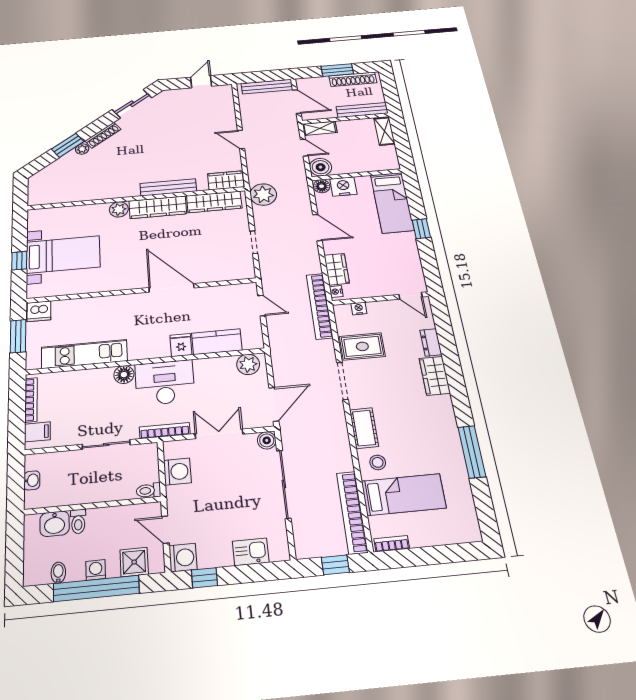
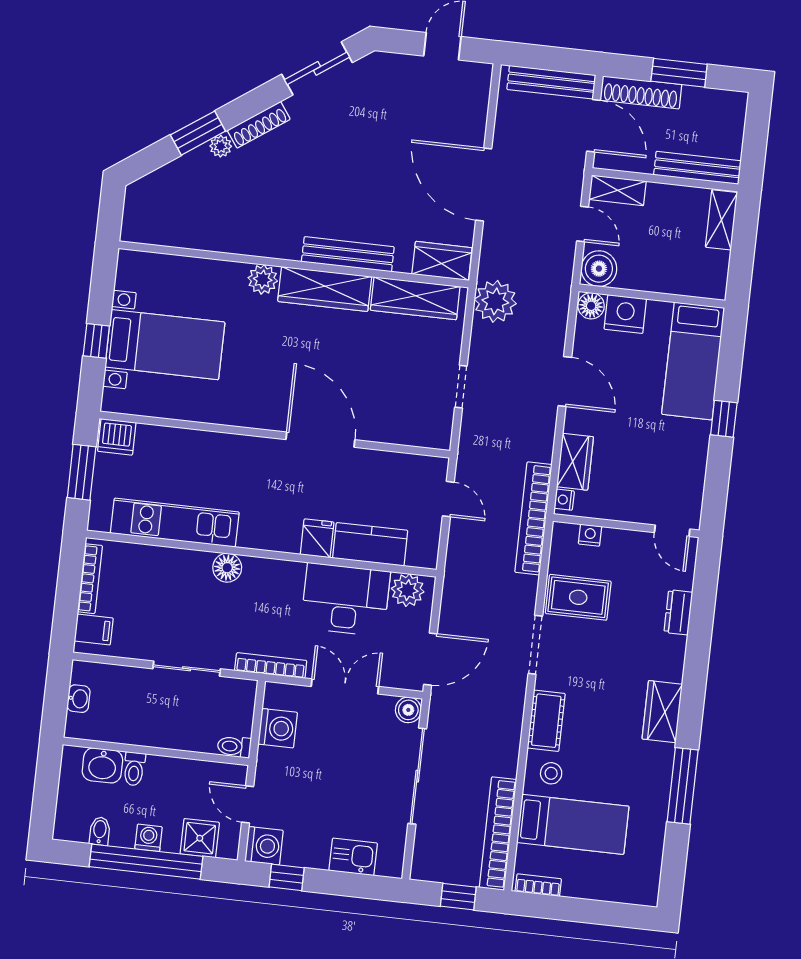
shoe rack: (353, 79) -> (641, 92), moved
door: (241, 139) -> (484, 185), width x1.87
wardrobe: (435, 376) -> (662, 712), moved
desk: (165, 382) -> (345, 600), moved

